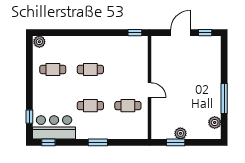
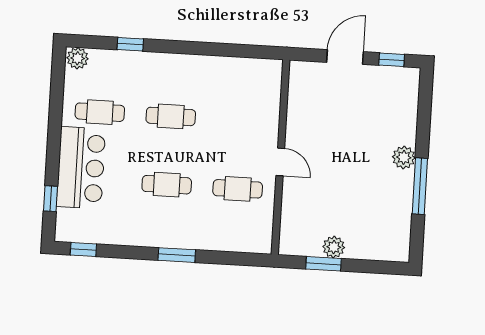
window: (135, 33) -> (130, 44), moved
plant: (215, 122) -> (404, 157), moved
bar counter: (54, 127) -> (81, 168), moved, turned 90

